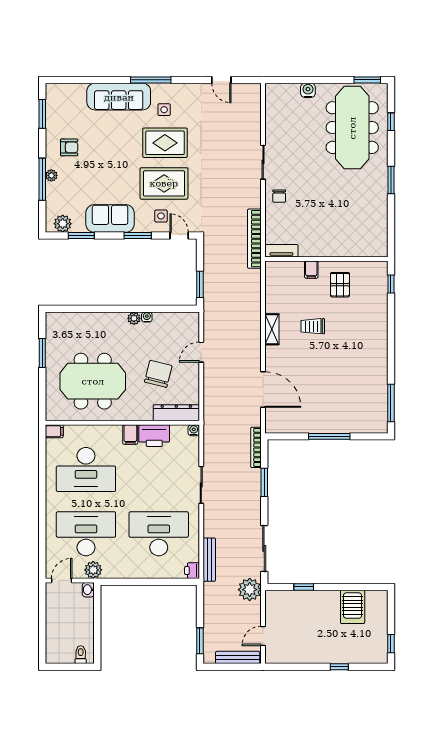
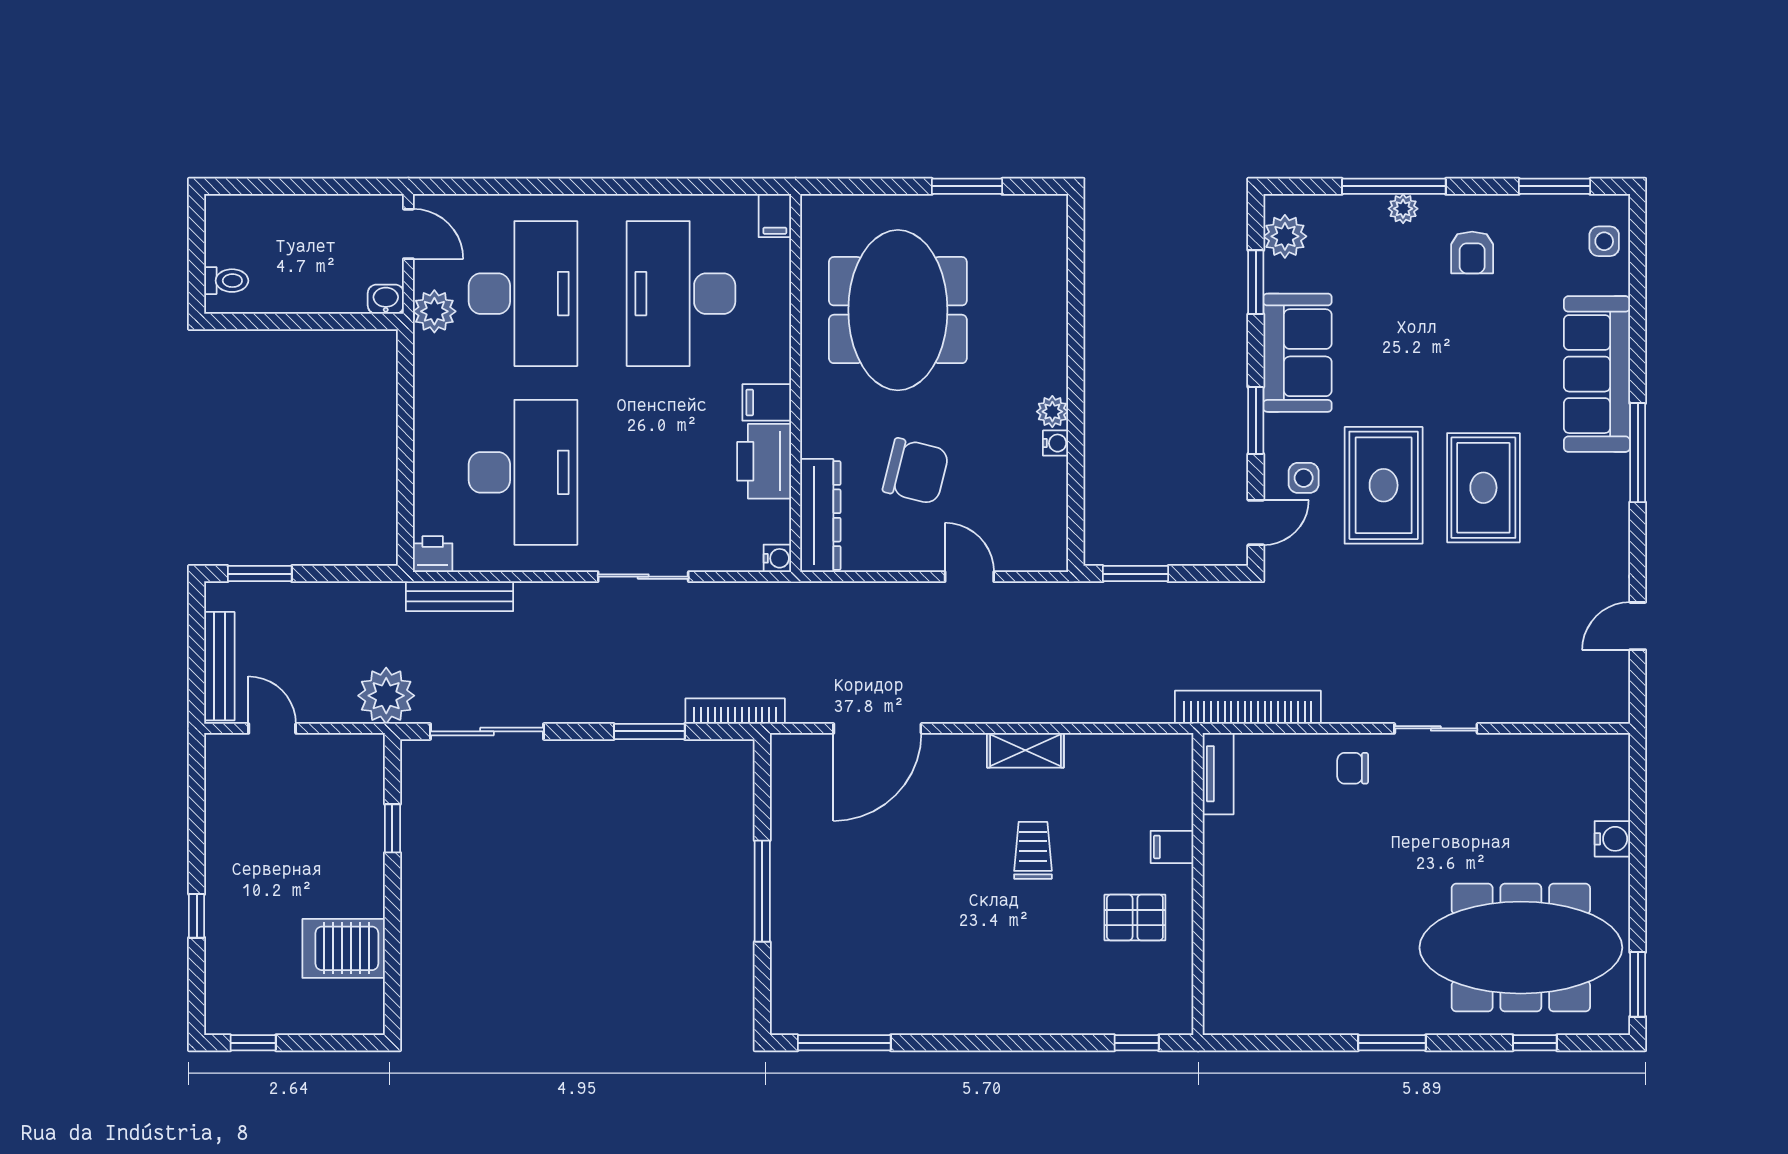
side table: (164, 110) -> (1604, 241), moved

